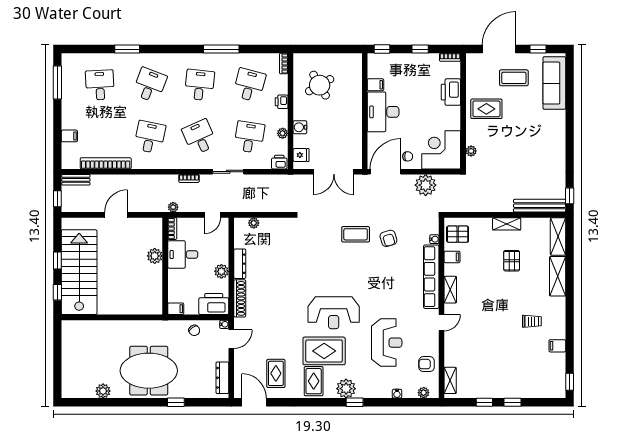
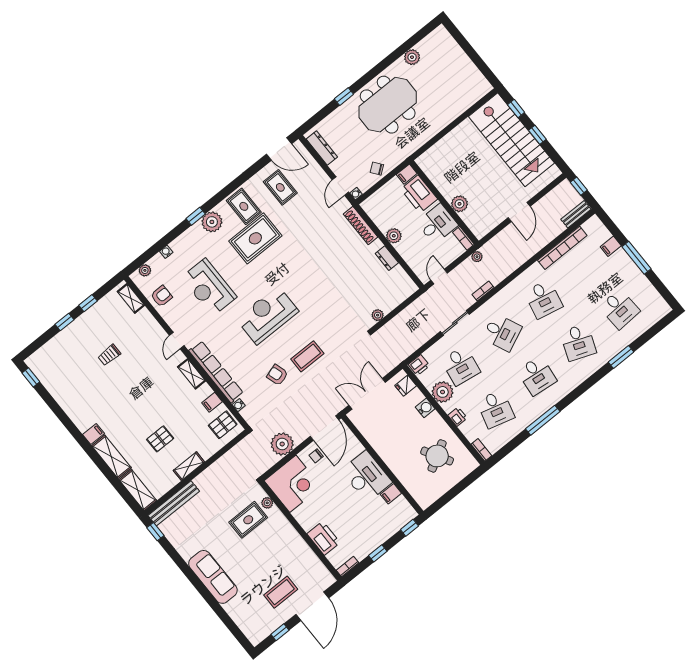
window: (57, 82) -> (637, 258), moved
sofa: (554, 83) -> (213, 577), moved
rug: (486, 109) -> (248, 520), moved
plant: (283, 133) -> (443, 392), width x1.87, depth x1.87
plant: (254, 223) -> (378, 315), moved
pallet: (512, 261) -> (160, 439), turned 90
dresser: (240, 264) -> (387, 258), width x0.70
printer: (214, 304) -> (419, 194), moved, turned 90
reception desk: (334, 313) -> (267, 315), moved
trolley: (532, 321) -> (109, 355), moved
filing cabinet: (557, 346) -> (94, 434), moved

